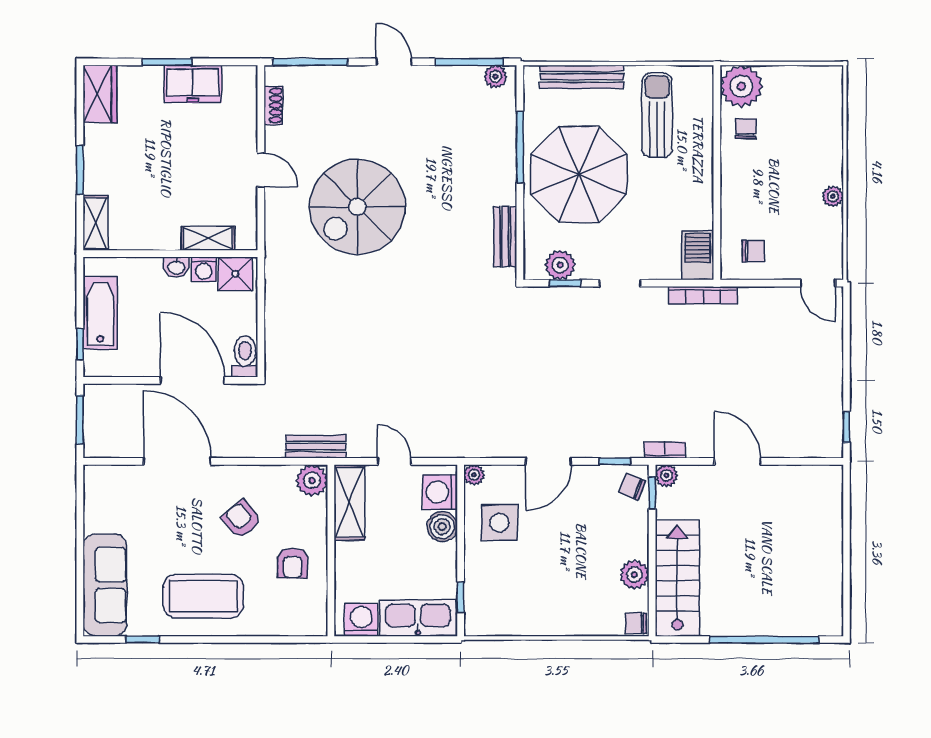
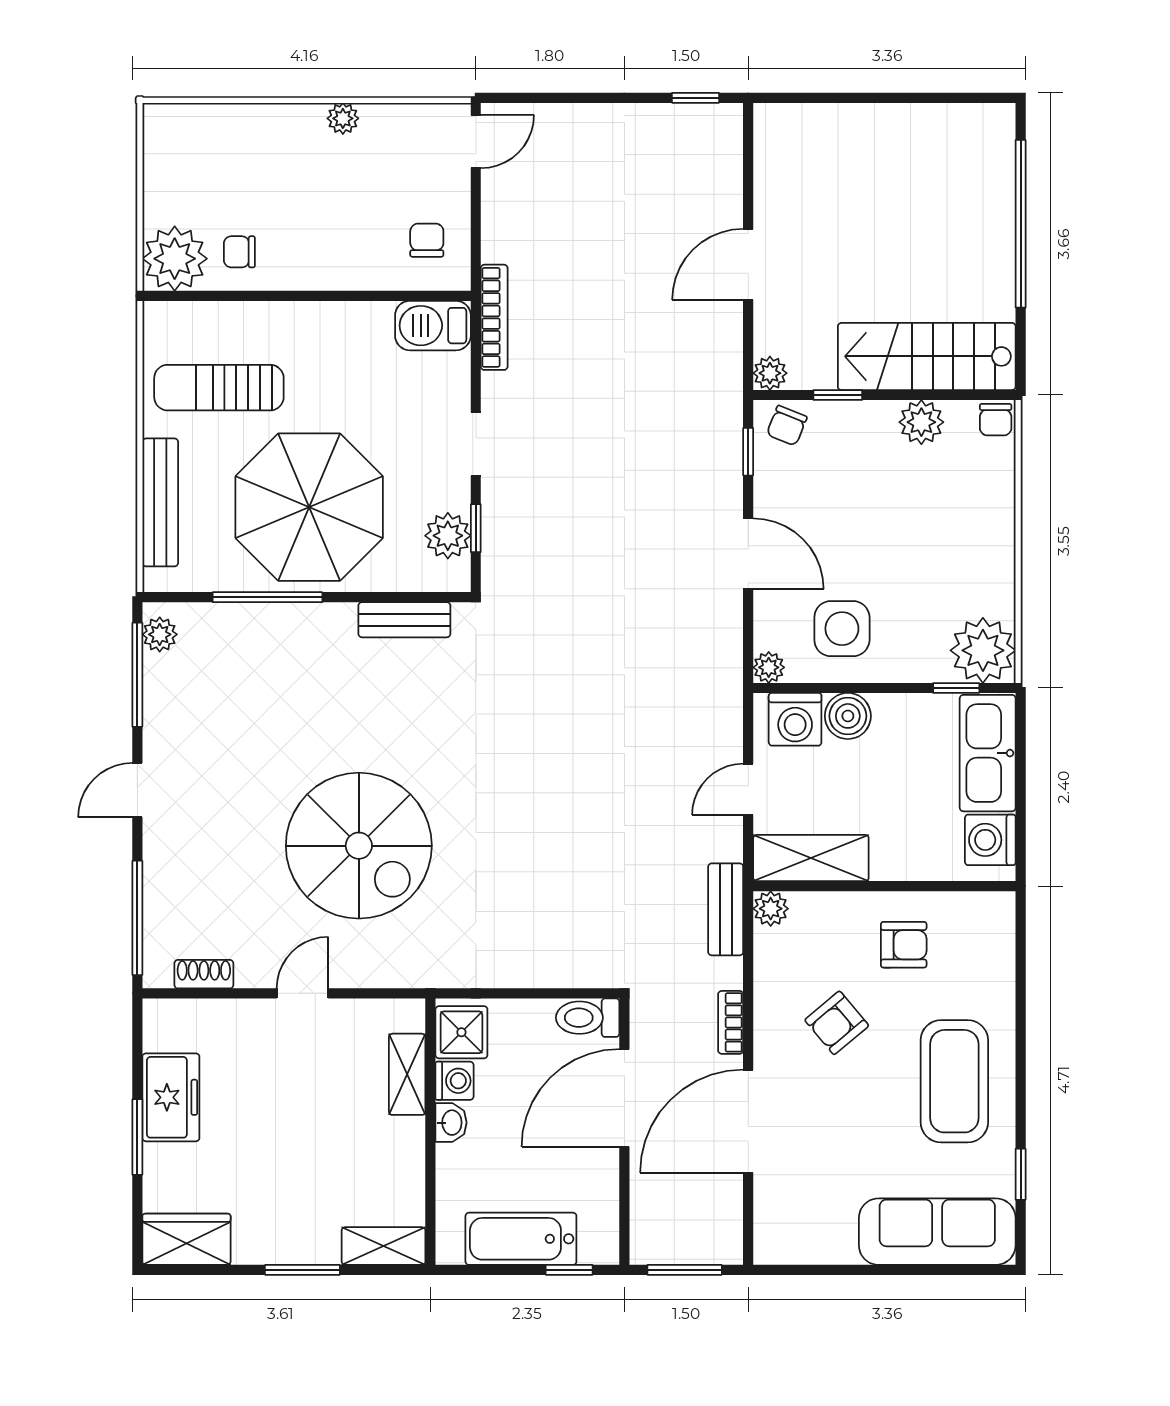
bookcase: (665, 450) -> (731, 1022), moved
plant: (312, 480) -> (771, 909), width x0.73, depth x0.73
window: (652, 493) -> (838, 395), moved
plant: (485, 615) -> (983, 650), added

